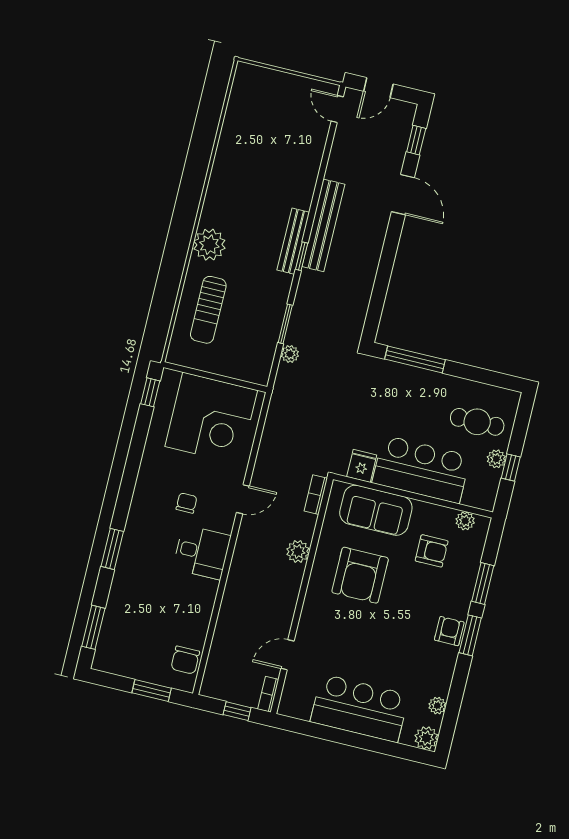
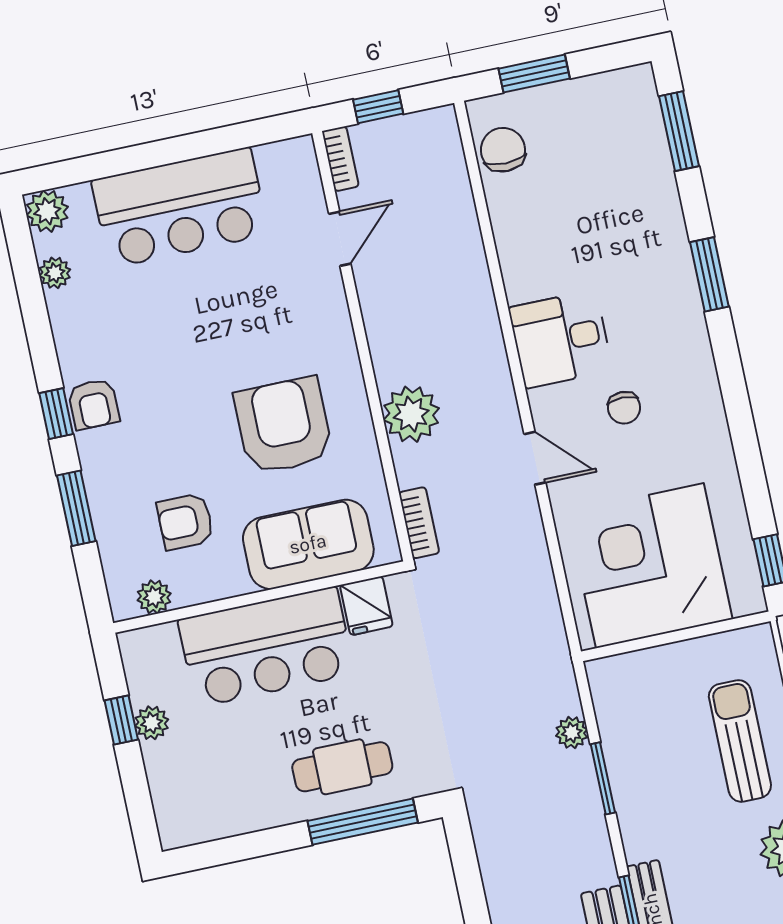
cafe table: (477, 422) -> (342, 767), moved
door: (243, 499) -> (535, 458), swing flipped
plant: (298, 551) -> (411, 414), width x1.36, depth x1.36
window: (470, 635) -> (56, 414), width x0.67

